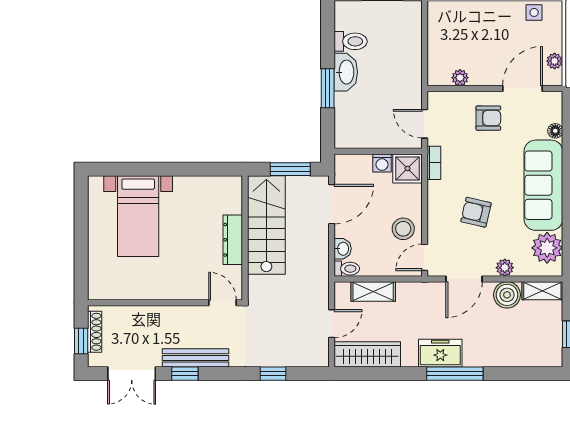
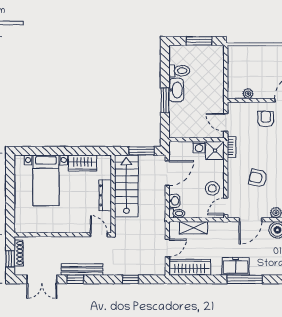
armchair: (488, 118) -> (266, 119), turned -90
wardrobe: (196, 188) -> (83, 163), added

